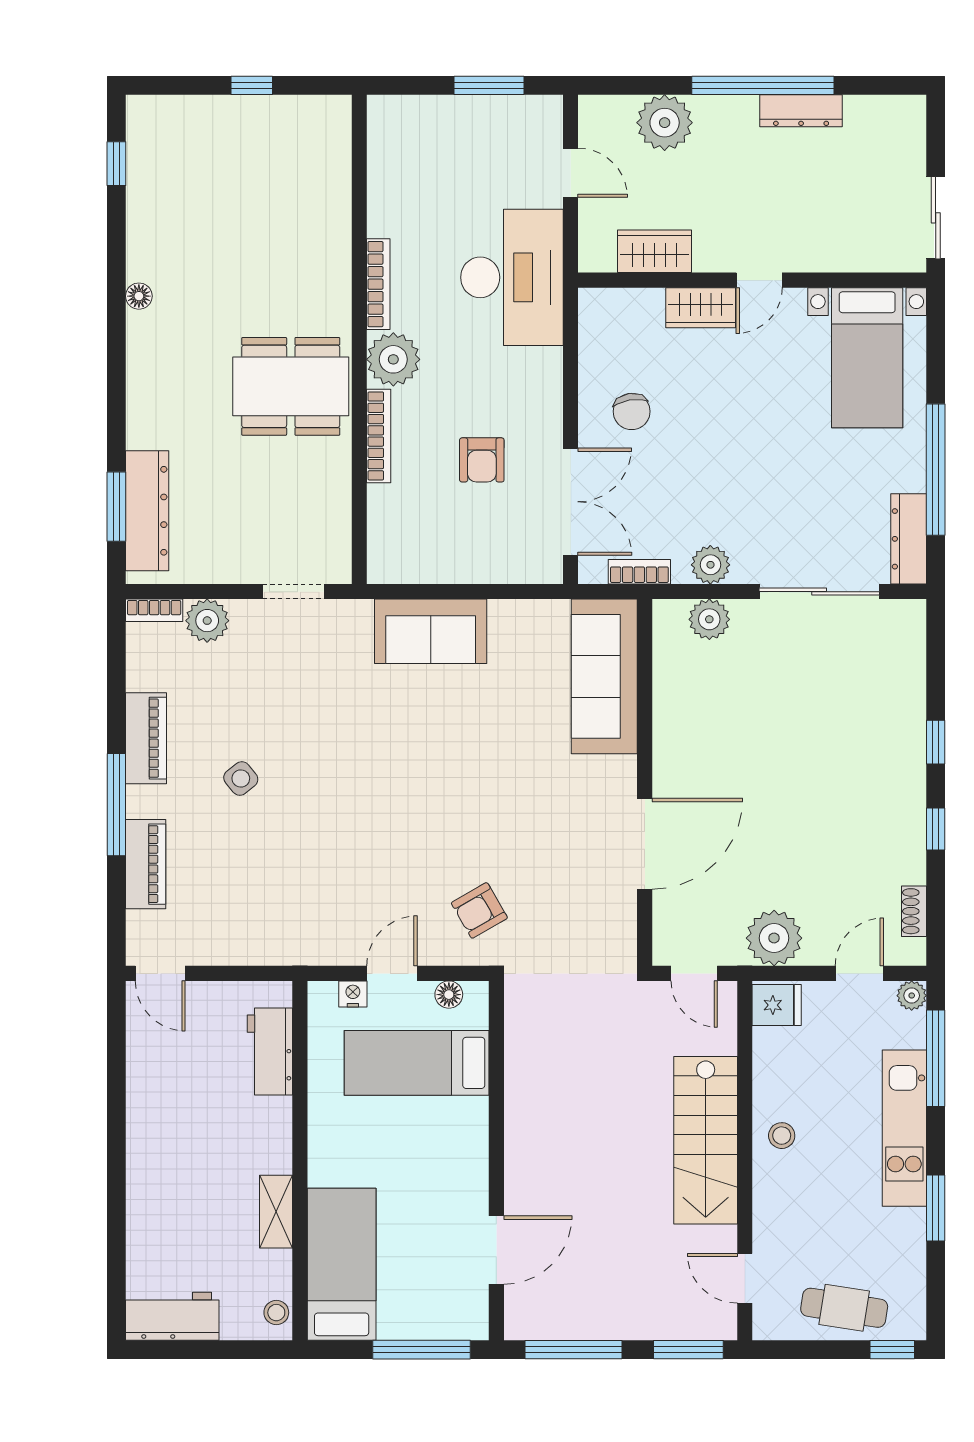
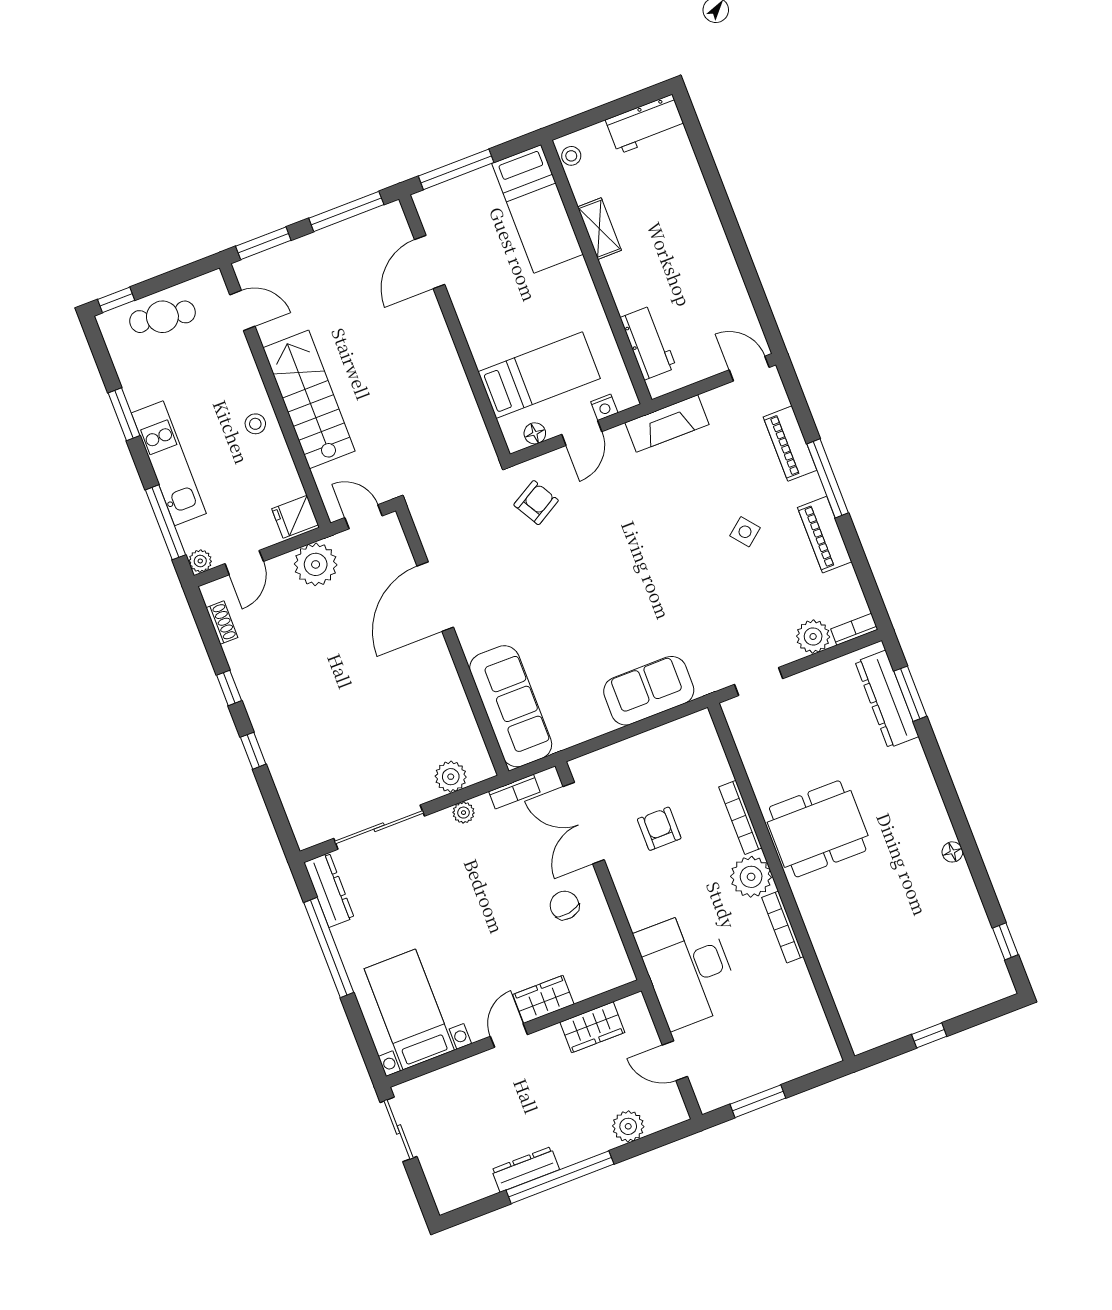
plant: (665, 123) -> (628, 1126), width x0.73, depth x0.73
plant: (710, 565) -> (464, 813), width x0.73, depth x0.73
fireplace: (285, 945) -> (667, 424), added

